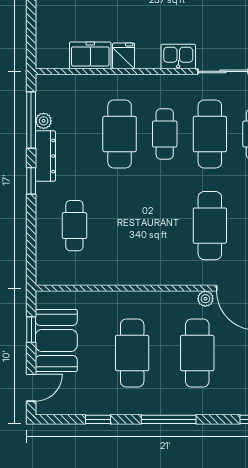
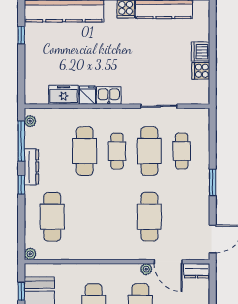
kitchen sink: (178, 56) -> (109, 95), moved
plant: (44, 121) -> (30, 121), moved
cafe table: (74, 226) -> (52, 217), width x1.37, depth x1.35
plant: (44, 277) -> (30, 254), added

